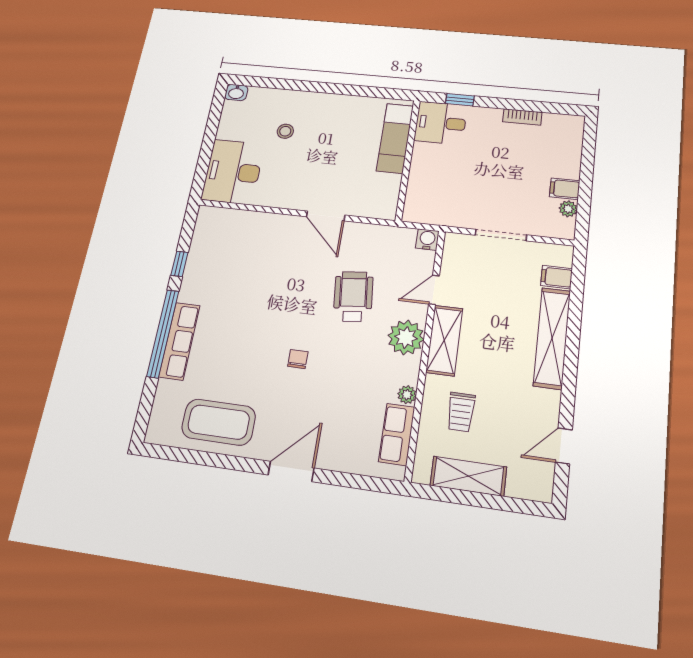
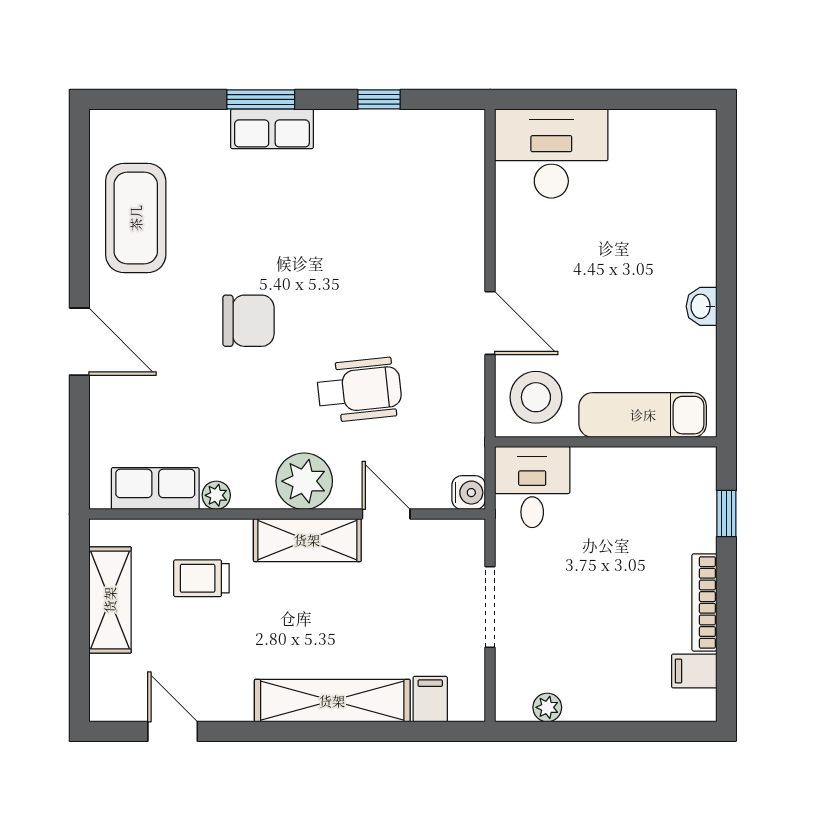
washbasin: (236, 93) -> (701, 306), moved
bookcase: (522, 117) -> (704, 602), width x1.56
desk: (441, 123) -> (532, 487), moved
stool: (285, 131) -> (536, 397), moved, width x1.89, depth x1.89
filing cabinet: (565, 189) -> (694, 671), moved, turned -90
door: (326, 216) -> (490, 323), swing flipped
window: (163, 333) -> (261, 99), width x0.47
row of seats: (179, 341) -> (272, 129), width x0.68
chair: (298, 359) -> (248, 321), width x1.87, depth x1.87

